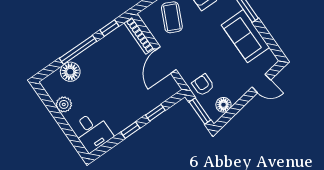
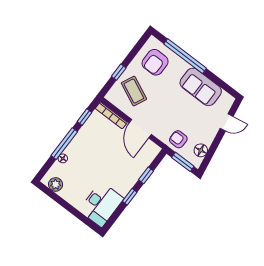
floor lamp: (70, 72) -> (63, 158), width x0.53, depth x0.53
plant: (64, 104) -> (56, 184), moved
desk: (92, 132) -> (101, 204), width x1.37

